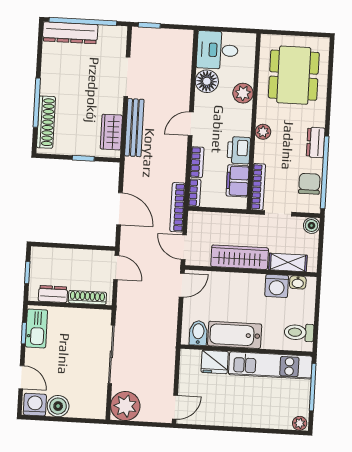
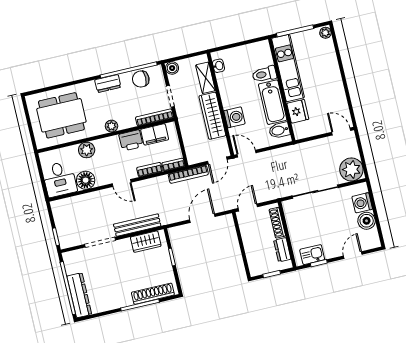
washing machine: (277, 286) -> (234, 117), moved
kitchen sink: (36, 328) -> (312, 255), width x0.73
toilet: (299, 332) -> (264, 74), moved, turned 90
washing machine: (35, 405) -> (362, 203), moved

